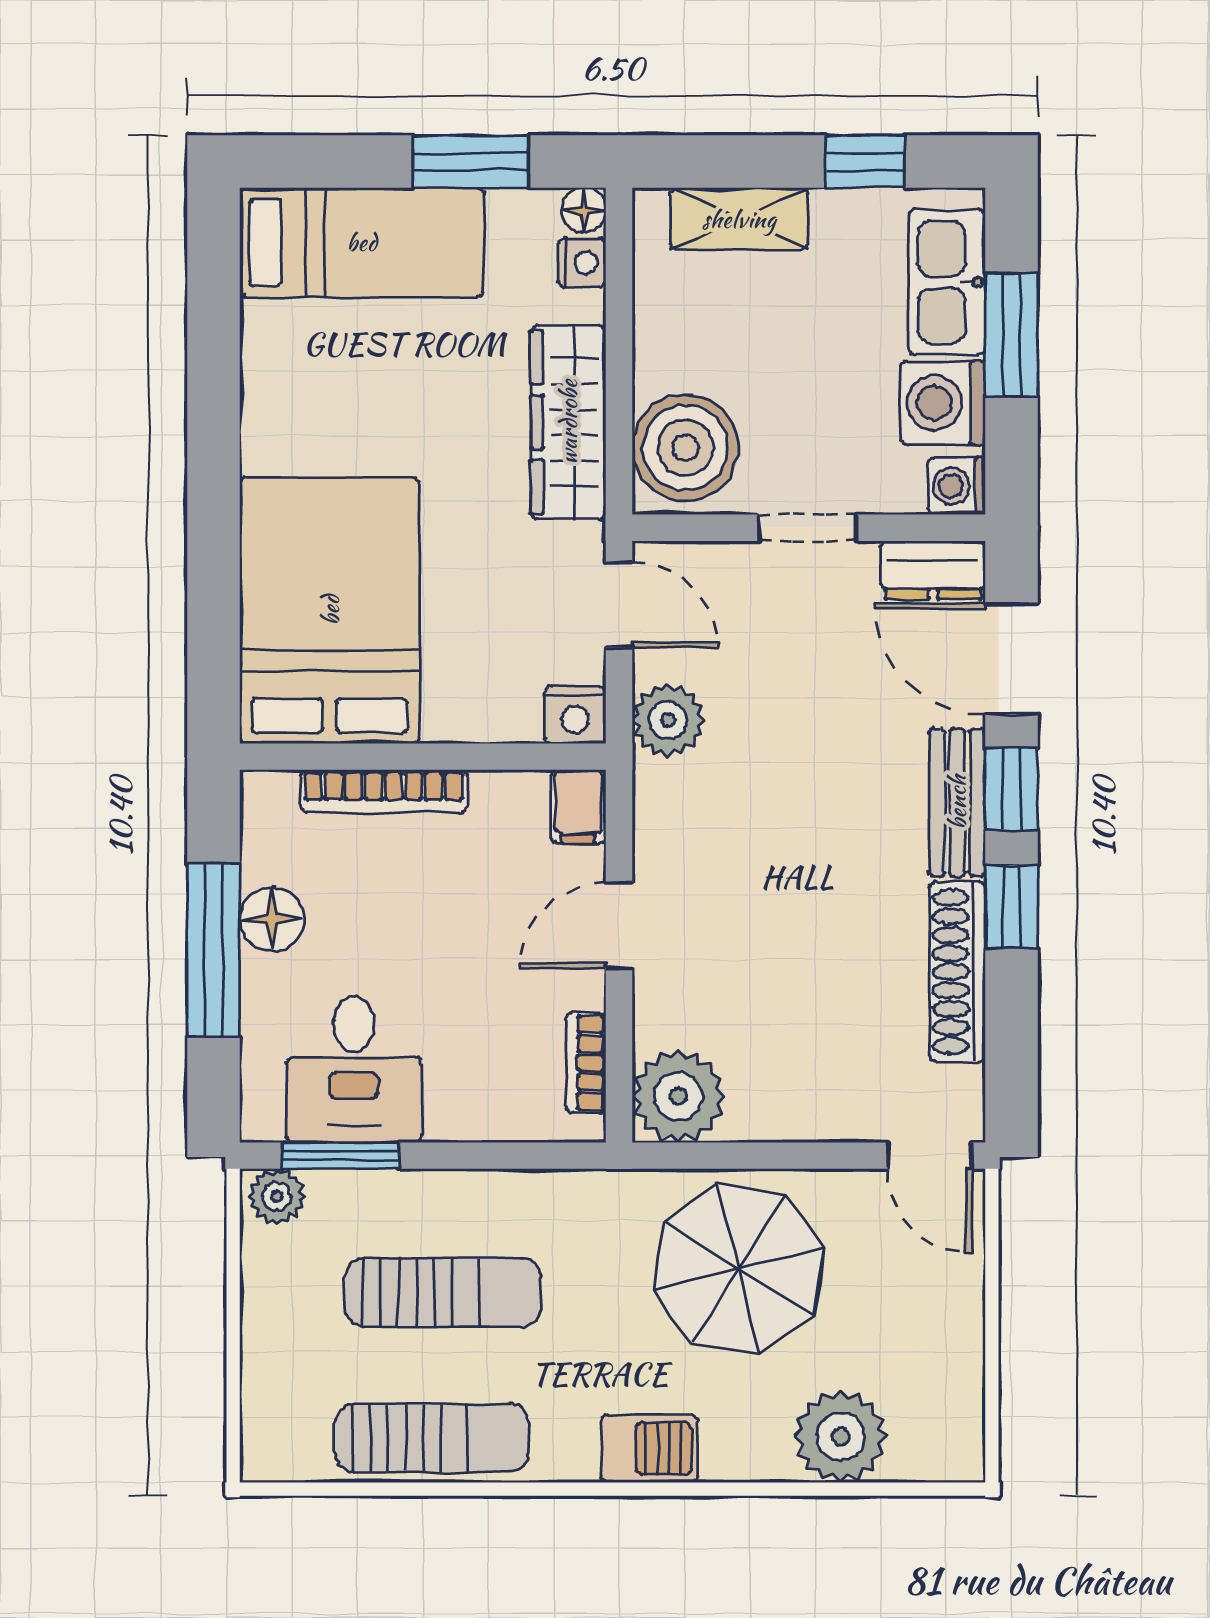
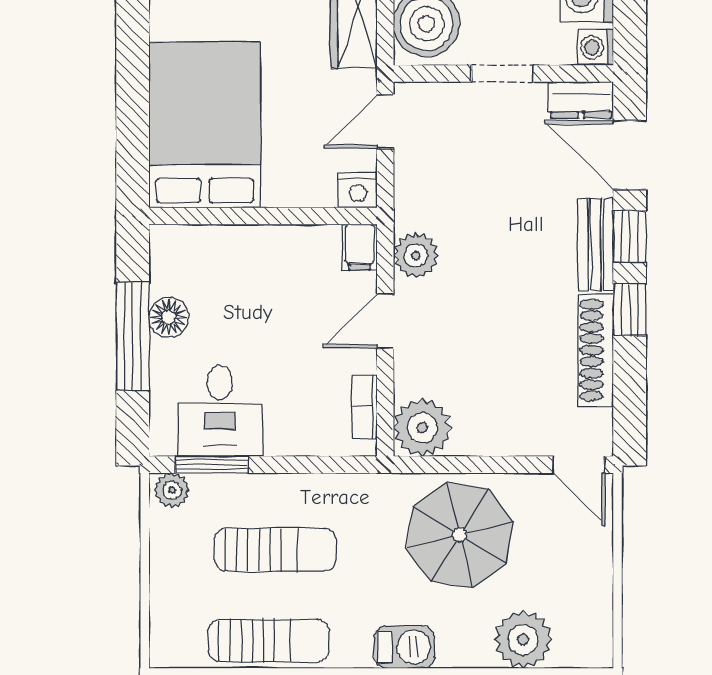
door: (619, 605) -> (385, 122), swing flipped
plant: (668, 720) -> (416, 256), moved
bookcase: (384, 791) -> (239, 238), removed

